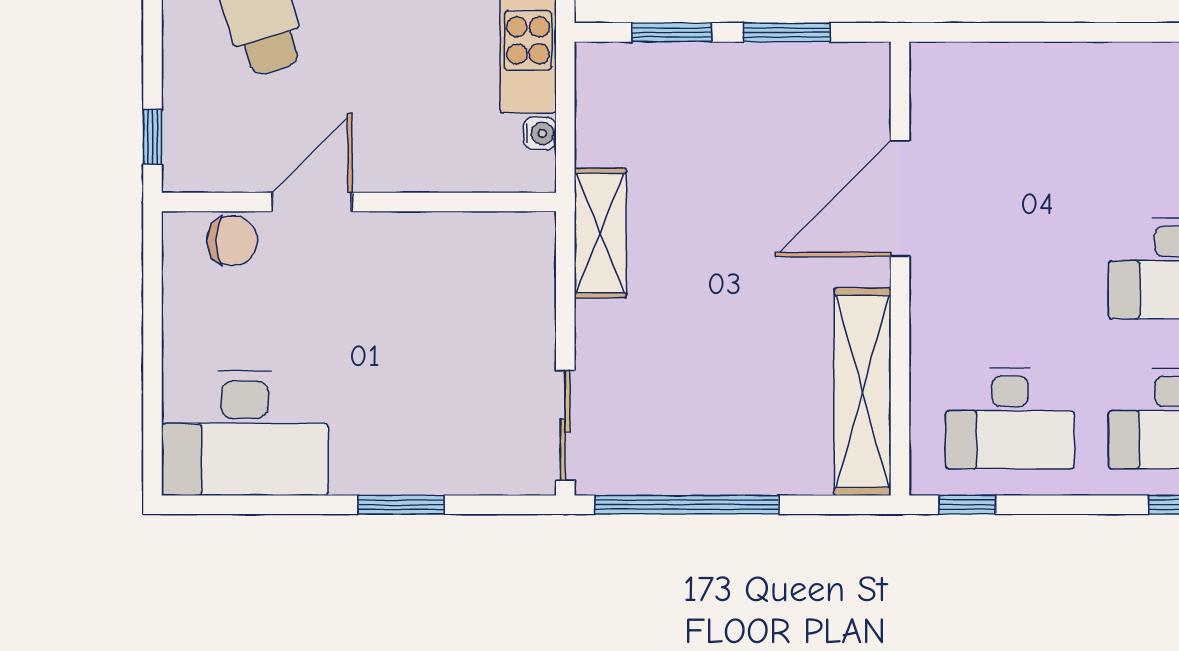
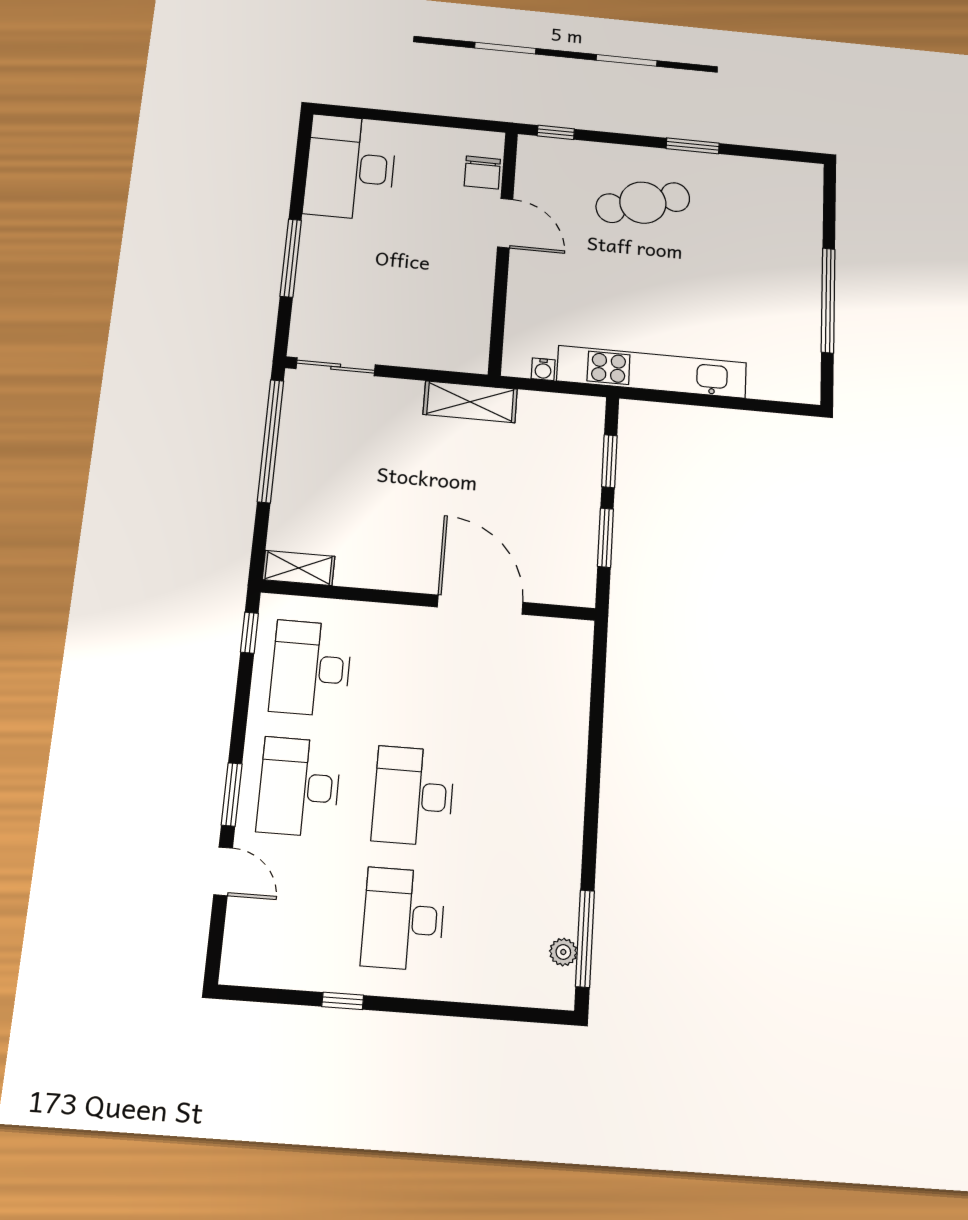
shelving: (862, 392) -> (299, 568), width x0.45, depth x0.75
window: (401, 505) -> (291, 258), width x1.44

